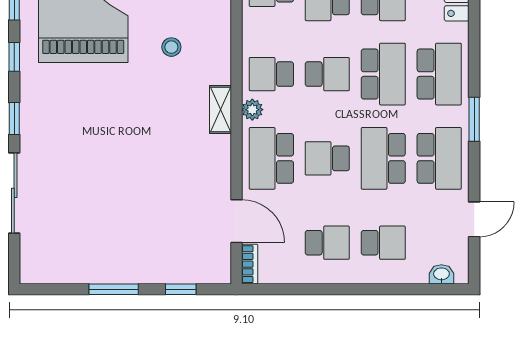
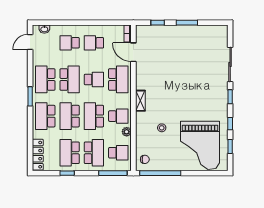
school desk: (327, 74) -> (94, 116), width x1.85
plant: (252, 110) -> (127, 132), moved
door: (474, 219) -> (30, 42), moved

